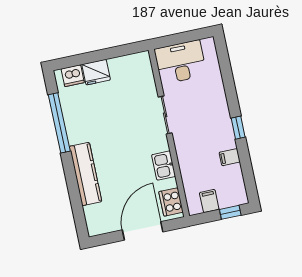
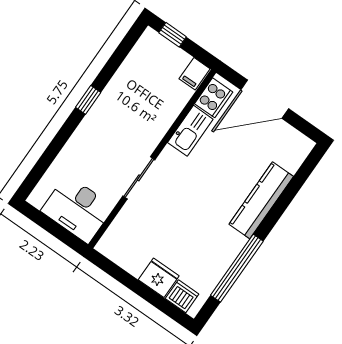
filing cabinet: (230, 157) -> (122, 82), removed
kitchen sink: (164, 166) -> (190, 131), width x1.38
filing cabinet: (209, 201) -> (195, 74), moved

